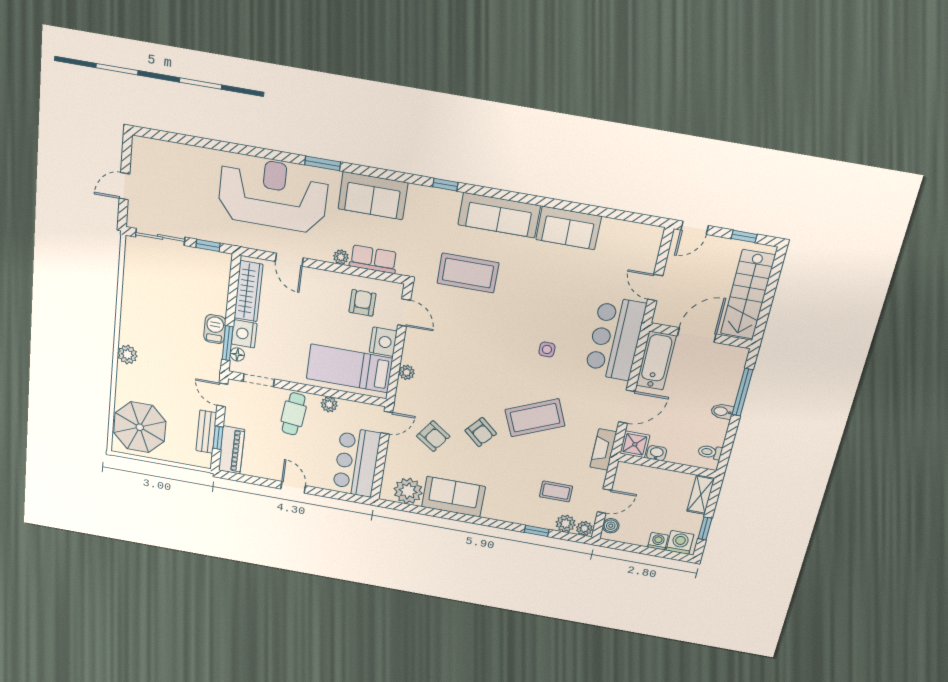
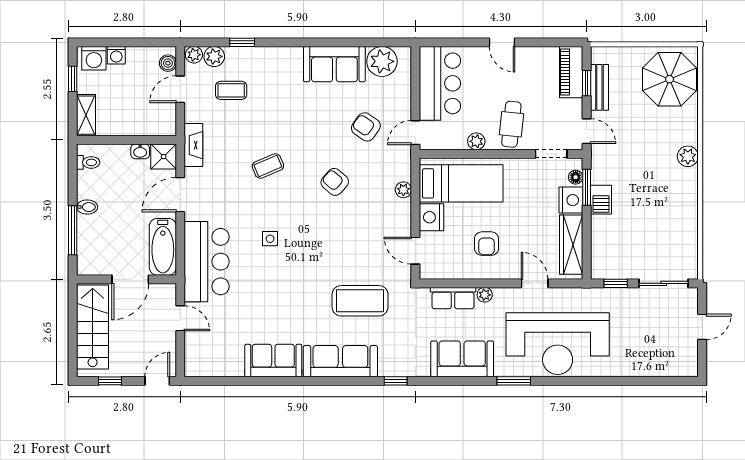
armchair: (362, 303) -> (487, 244), moved
coffee table: (535, 418) -> (268, 166), width x0.54, depth x0.58
armchair: (481, 432) -> (335, 182), moved

